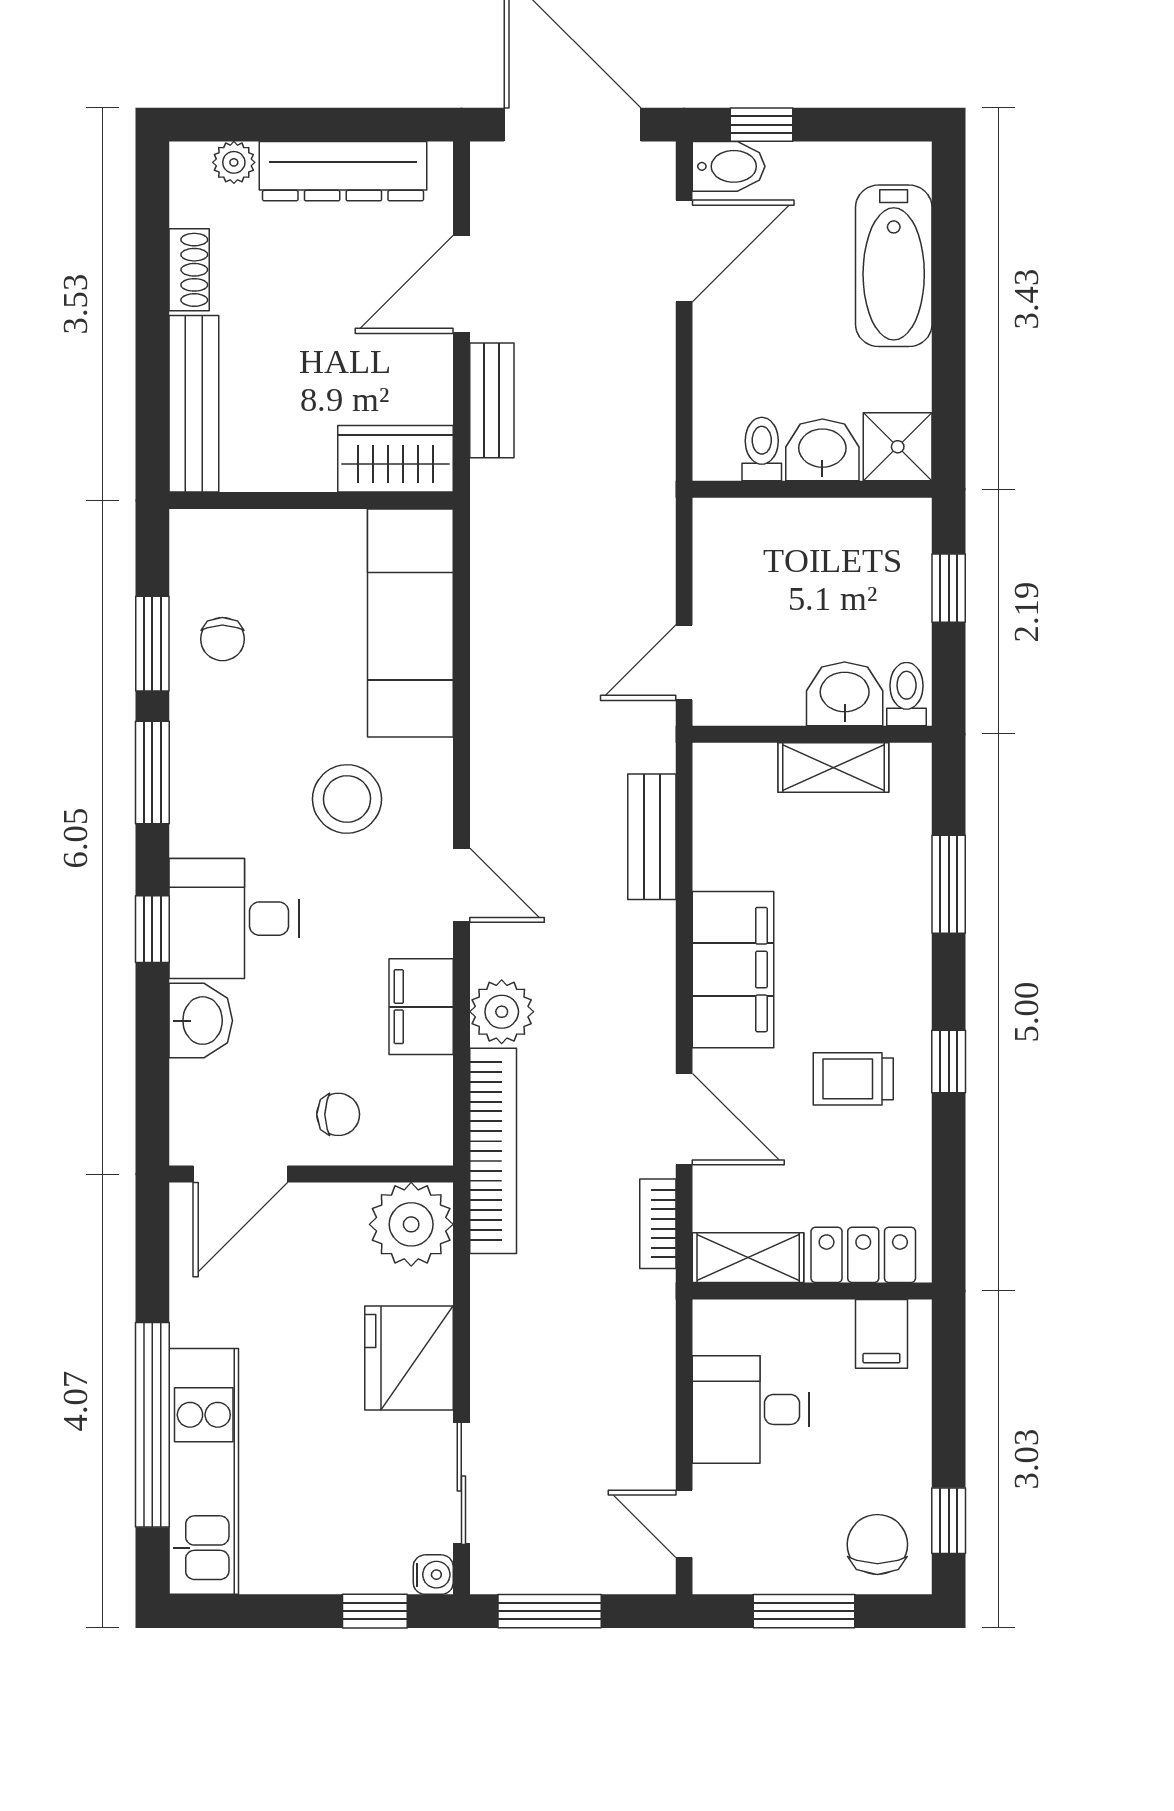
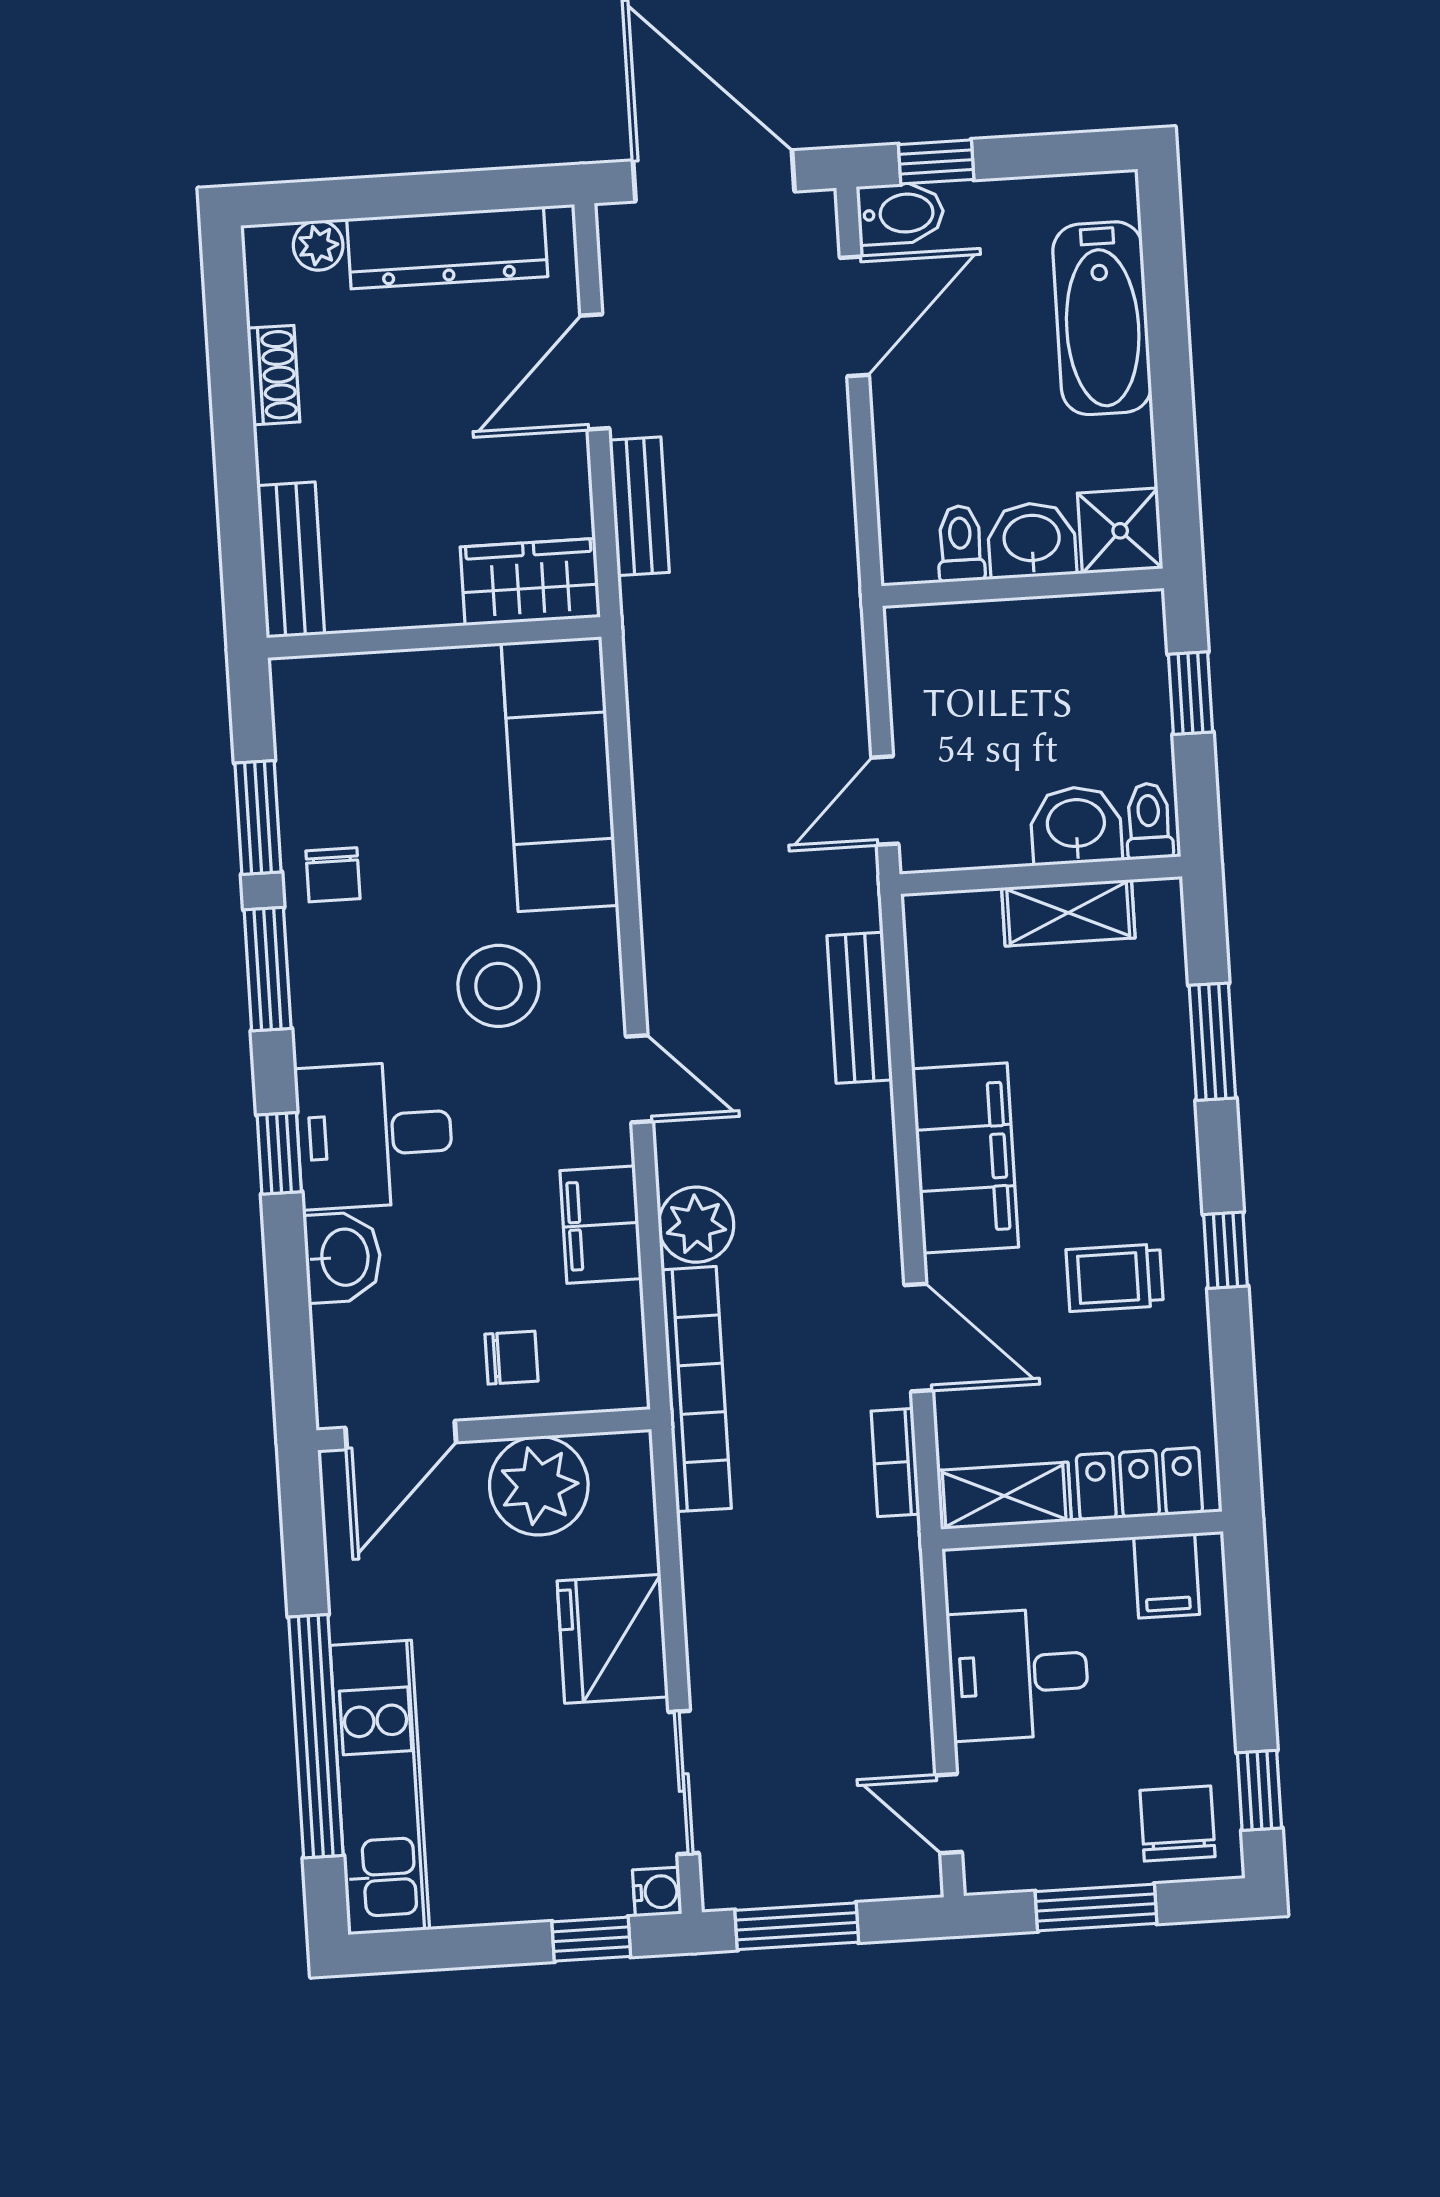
bench: (194, 404) -> (291, 560), width x0.73
chair: (222, 639) -> (333, 875), moved
plant: (411, 1224) -> (539, 1486), moved

